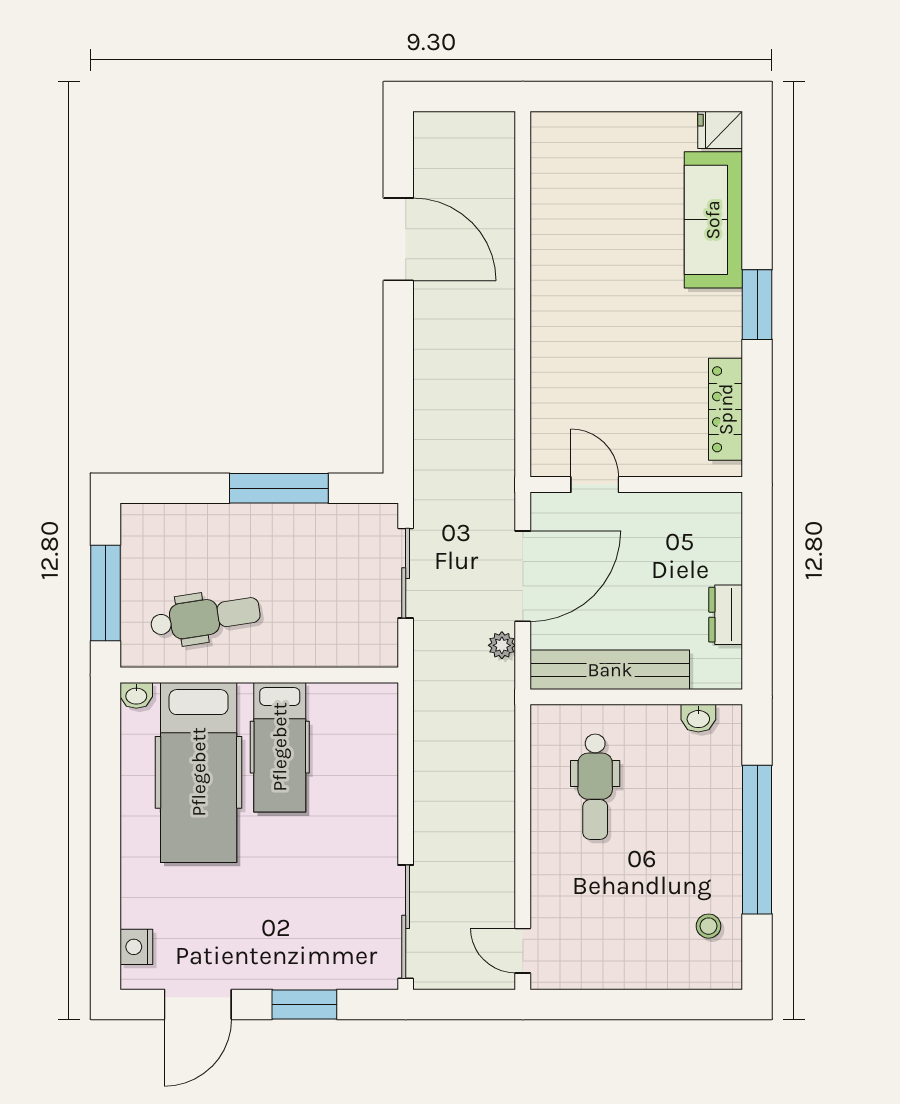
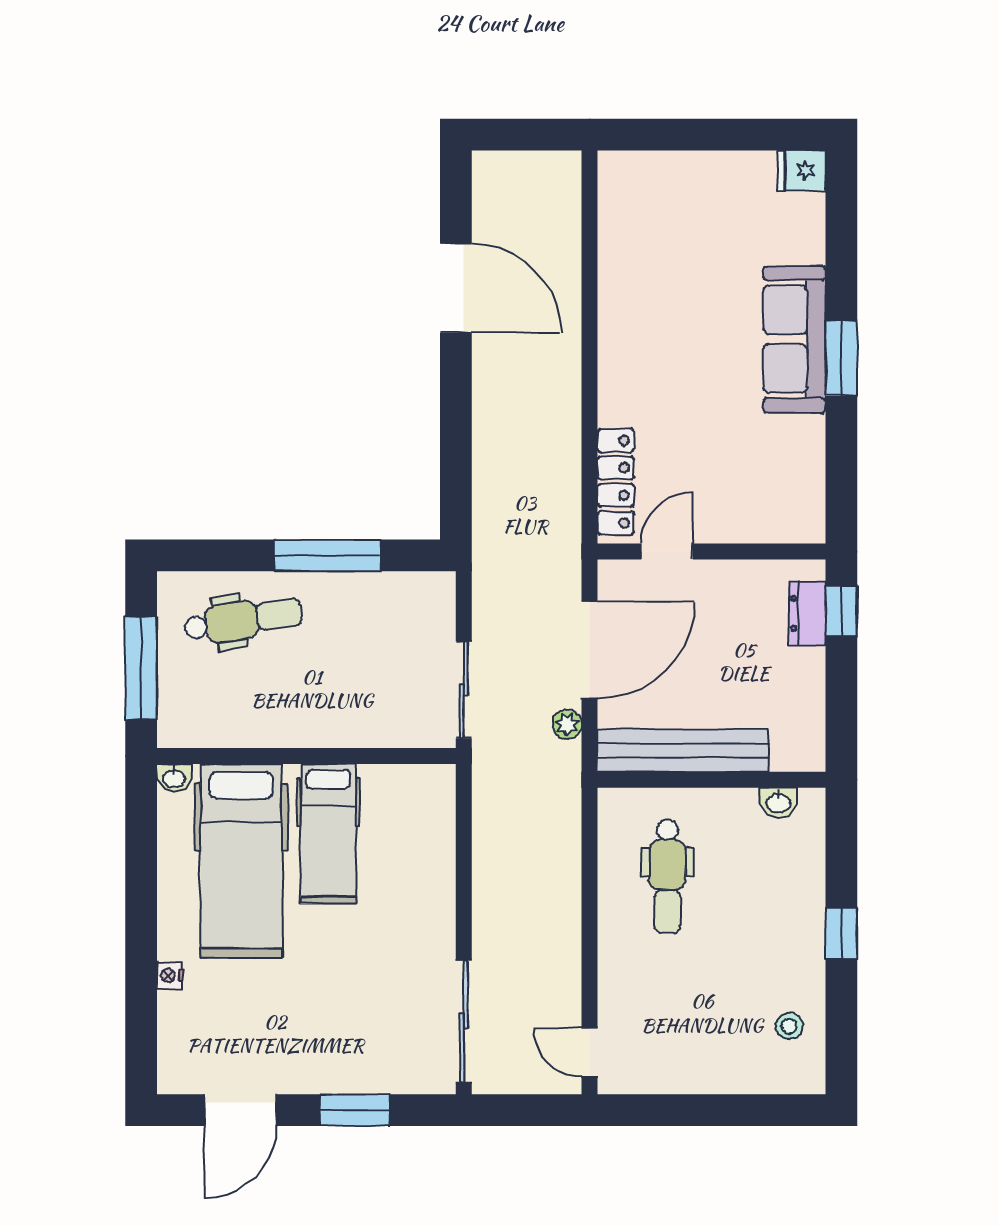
sofa: (713, 220) -> (794, 339), moved
locker: (726, 409) -> (616, 482), moved, turned 180
door: (595, 485) -> (667, 552), hinge flipped
window: (757, 540) -> (841, 611), added
sliding door: (406, 573) -> (464, 690), moved
dresser: (726, 615) -> (808, 613), moved
dental chair: (205, 617) -> (243, 620), moved
window: (757, 840) -> (841, 933), width x0.32
nightstand: (136, 947) -> (170, 975), moved, width x0.72, depth x0.74

